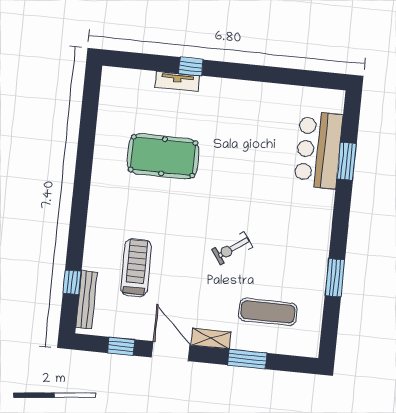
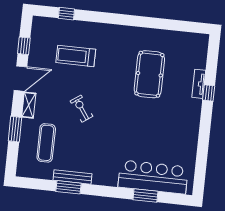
bar counter: (319, 150) -> (153, 177), width x1.36
exercise bike: (232, 248) -> (82, 109), moved
treadmill: (136, 268) -> (76, 56), turned 180
bench: (87, 300) -> (73, 177), moved

